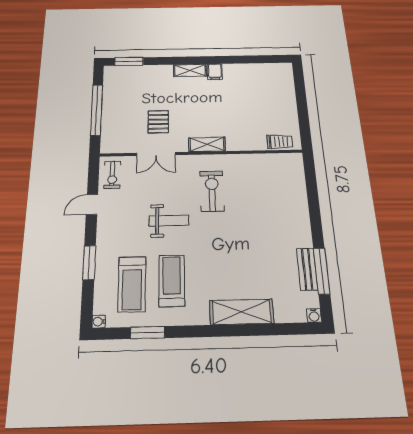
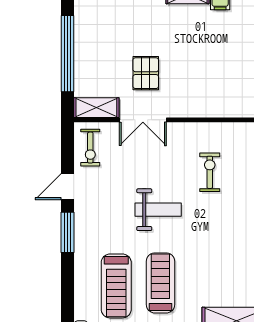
shelving: (207, 144) -> (96, 108), moved
exercise bike: (212, 191) -> (210, 172), width x0.73, depth x0.72
window: (89, 263) -> (68, 232), moved

